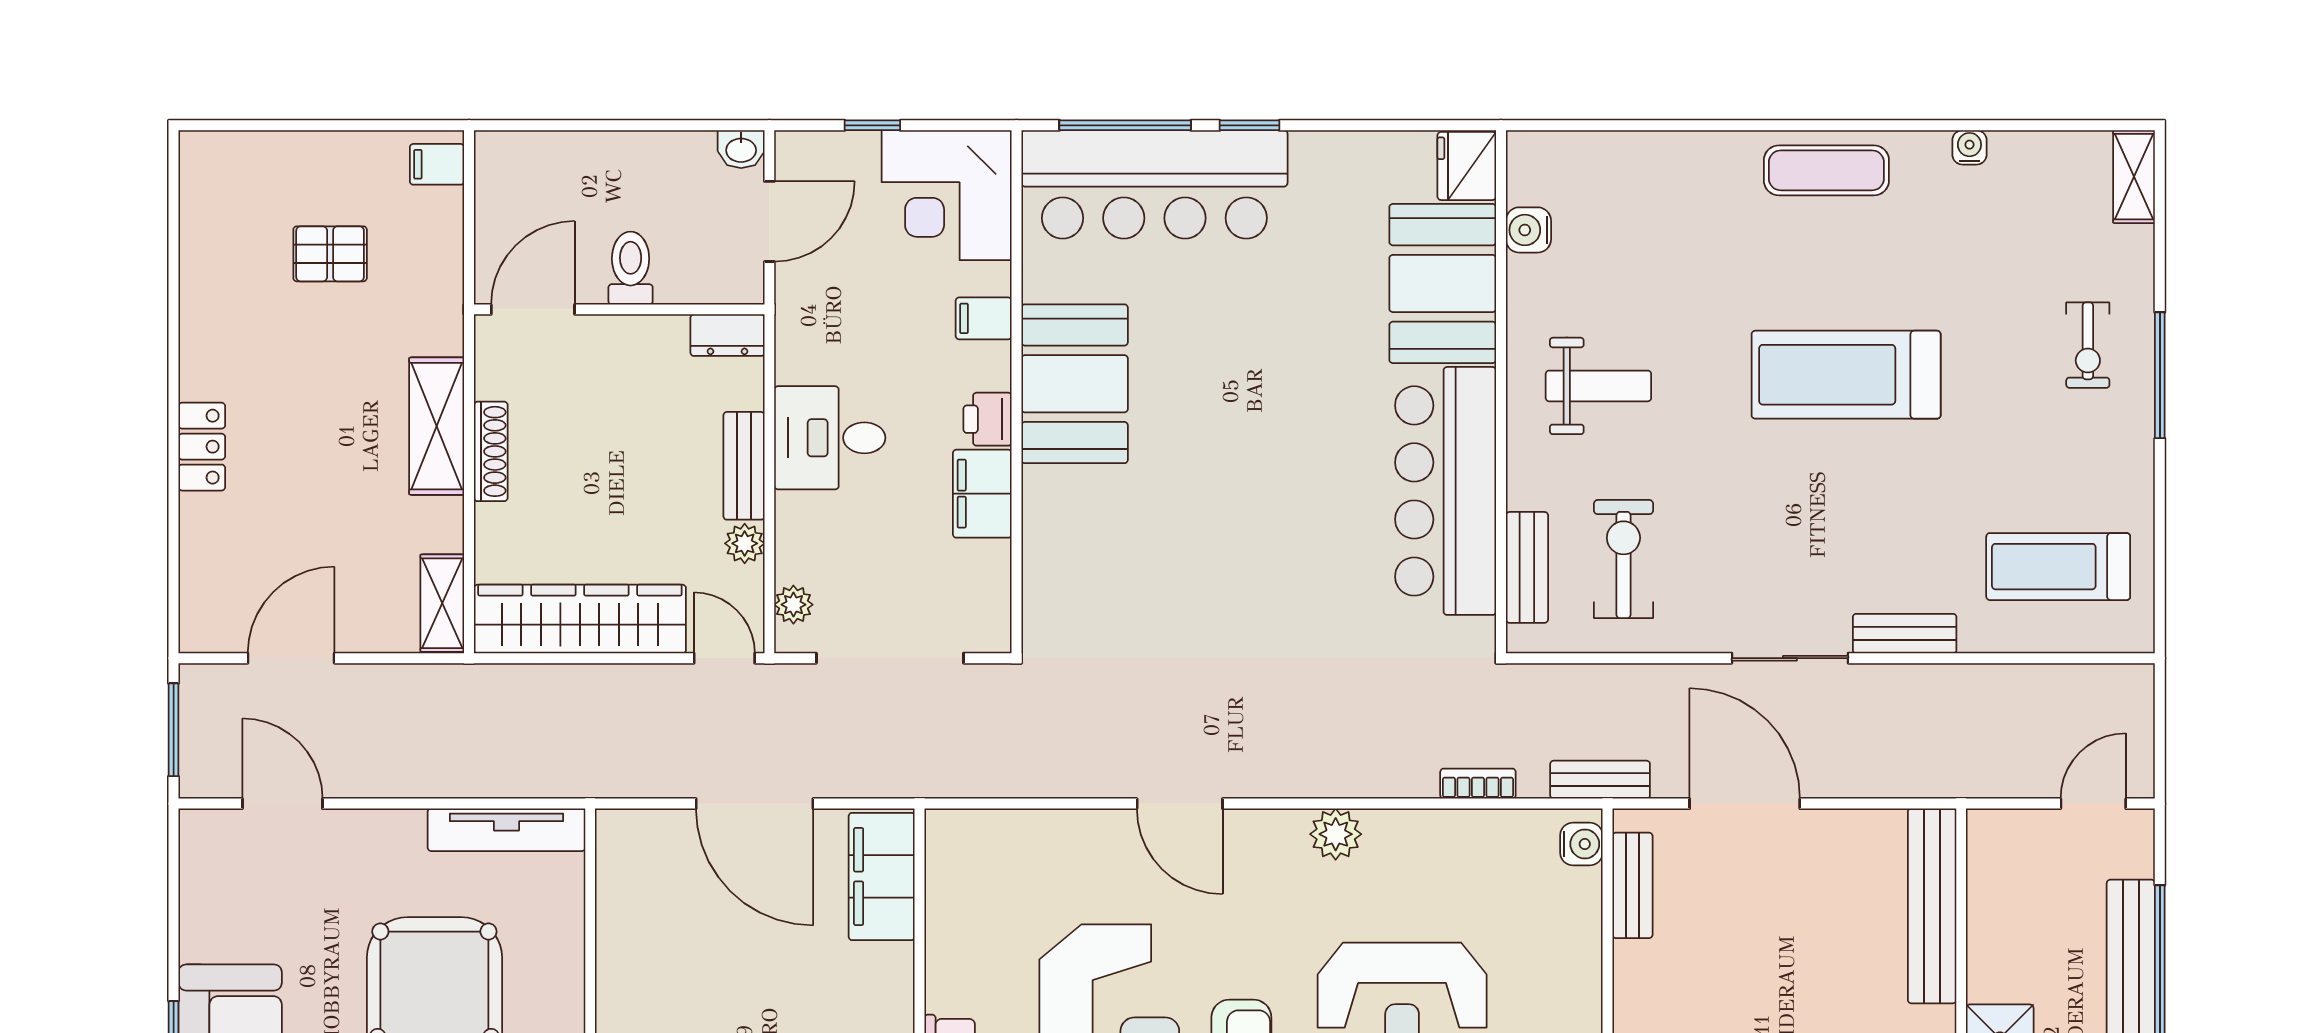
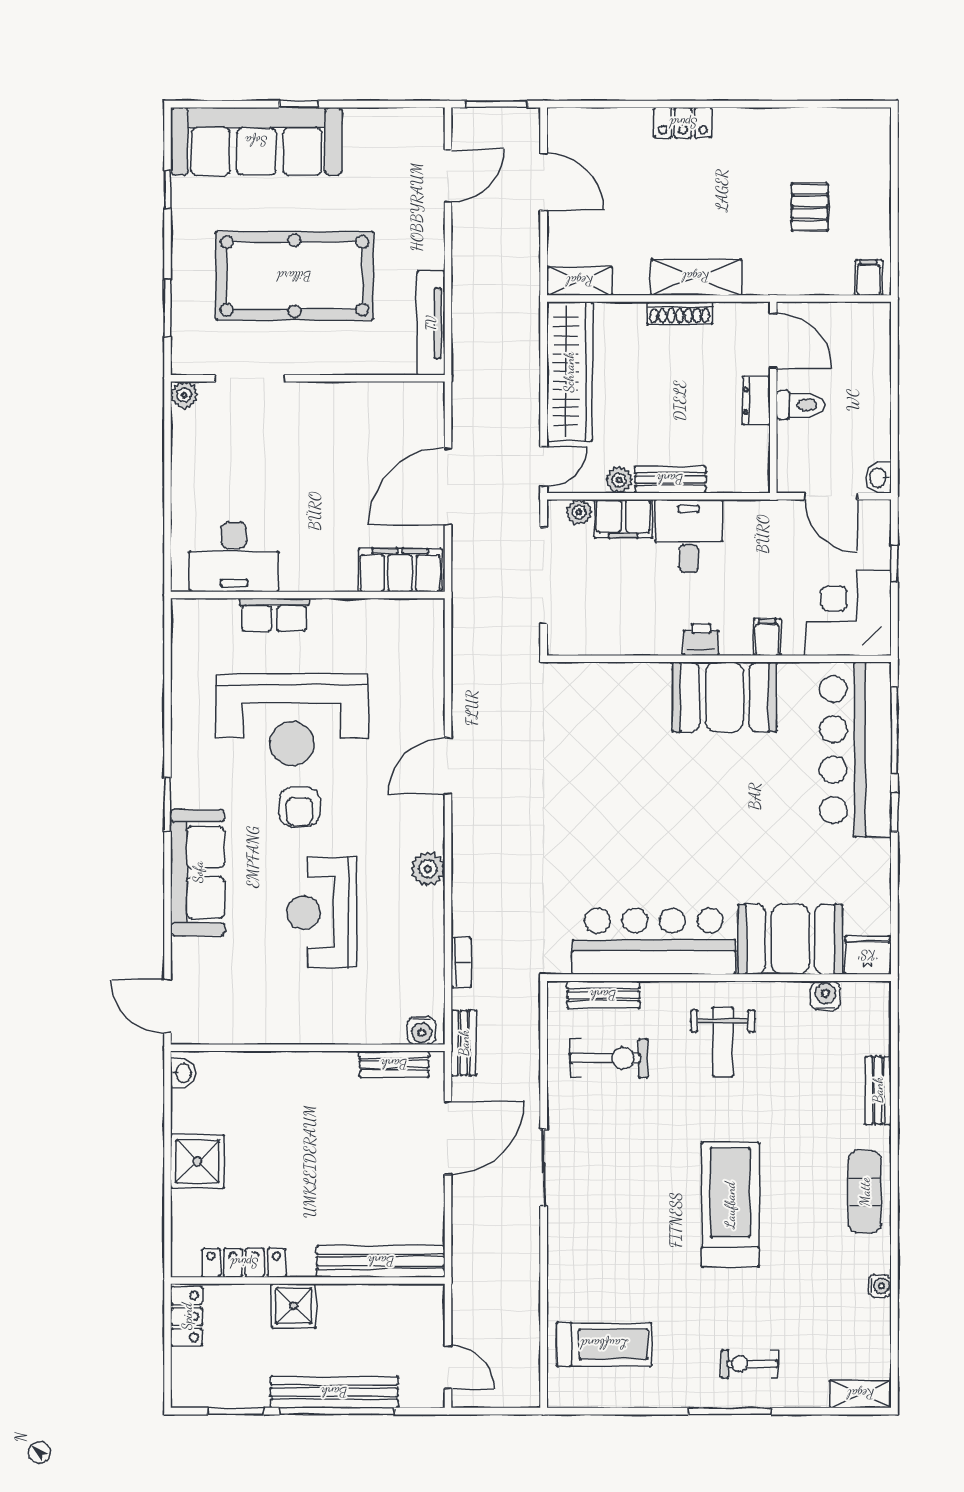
dresser: (727, 335) -> (756, 401), moved
filing cabinet: (982, 494) -> (623, 519), moved, turned 180
treadmill: (2058, 567) -> (604, 1344), turned 90
bench: (1905, 634) -> (878, 1090), moved

